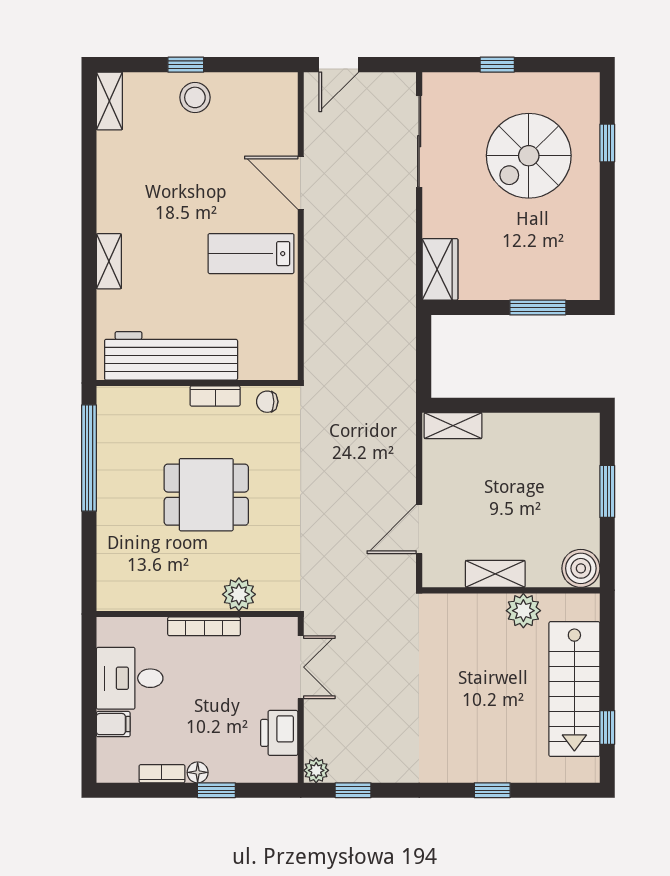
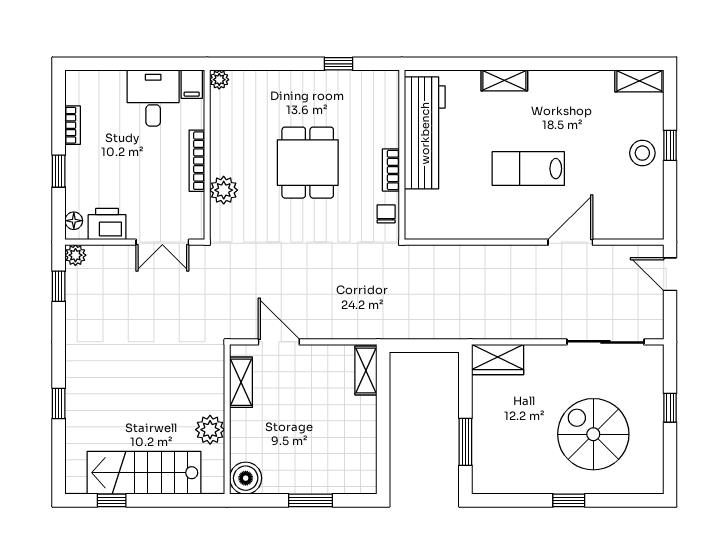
window: (607, 143) -> (569, 500), moved
lab bench: (251, 254) -> (528, 169), moved, turned -90
window: (89, 458) -> (339, 64), width x0.32
shelving: (495, 574) -> (241, 382), moved
plant: (108, 600) -> (219, 80), added
filing cabinet: (113, 724) -> (192, 84), moved
floor lamp: (198, 772) -> (74, 221), moved

